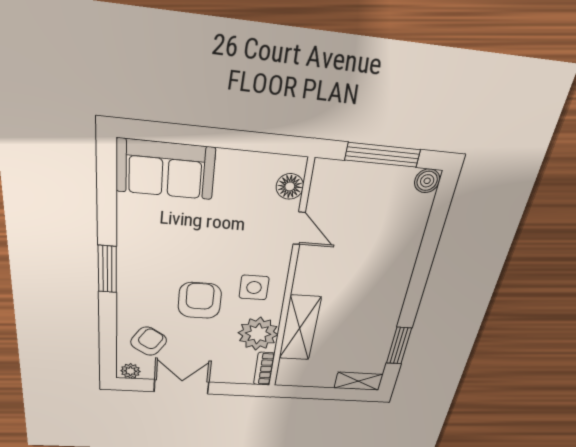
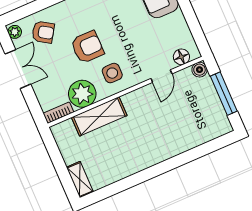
boiler: (427, 181) -> (199, 70), moved
window: (399, 346) -> (119, 186), removed

